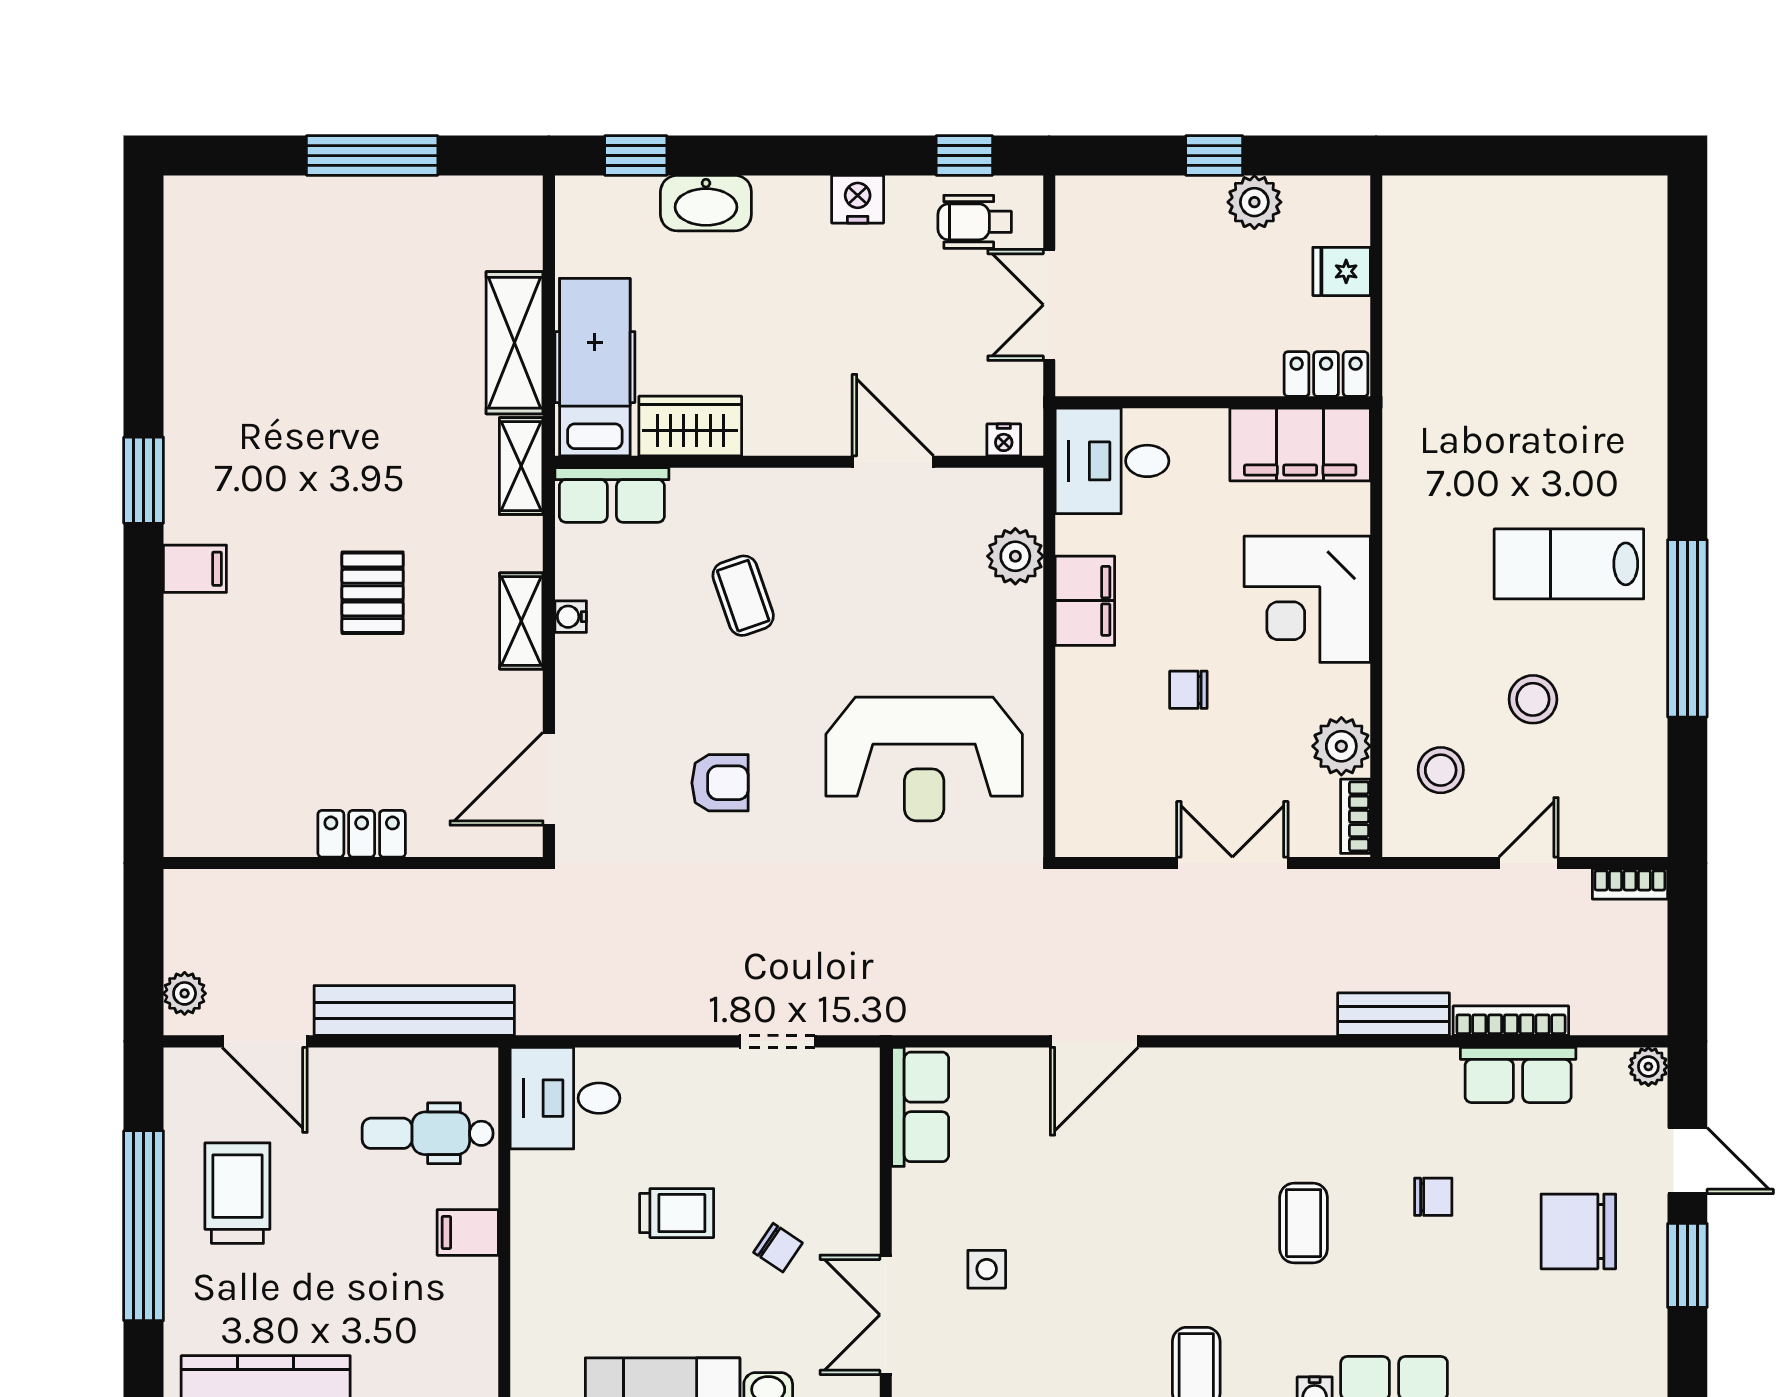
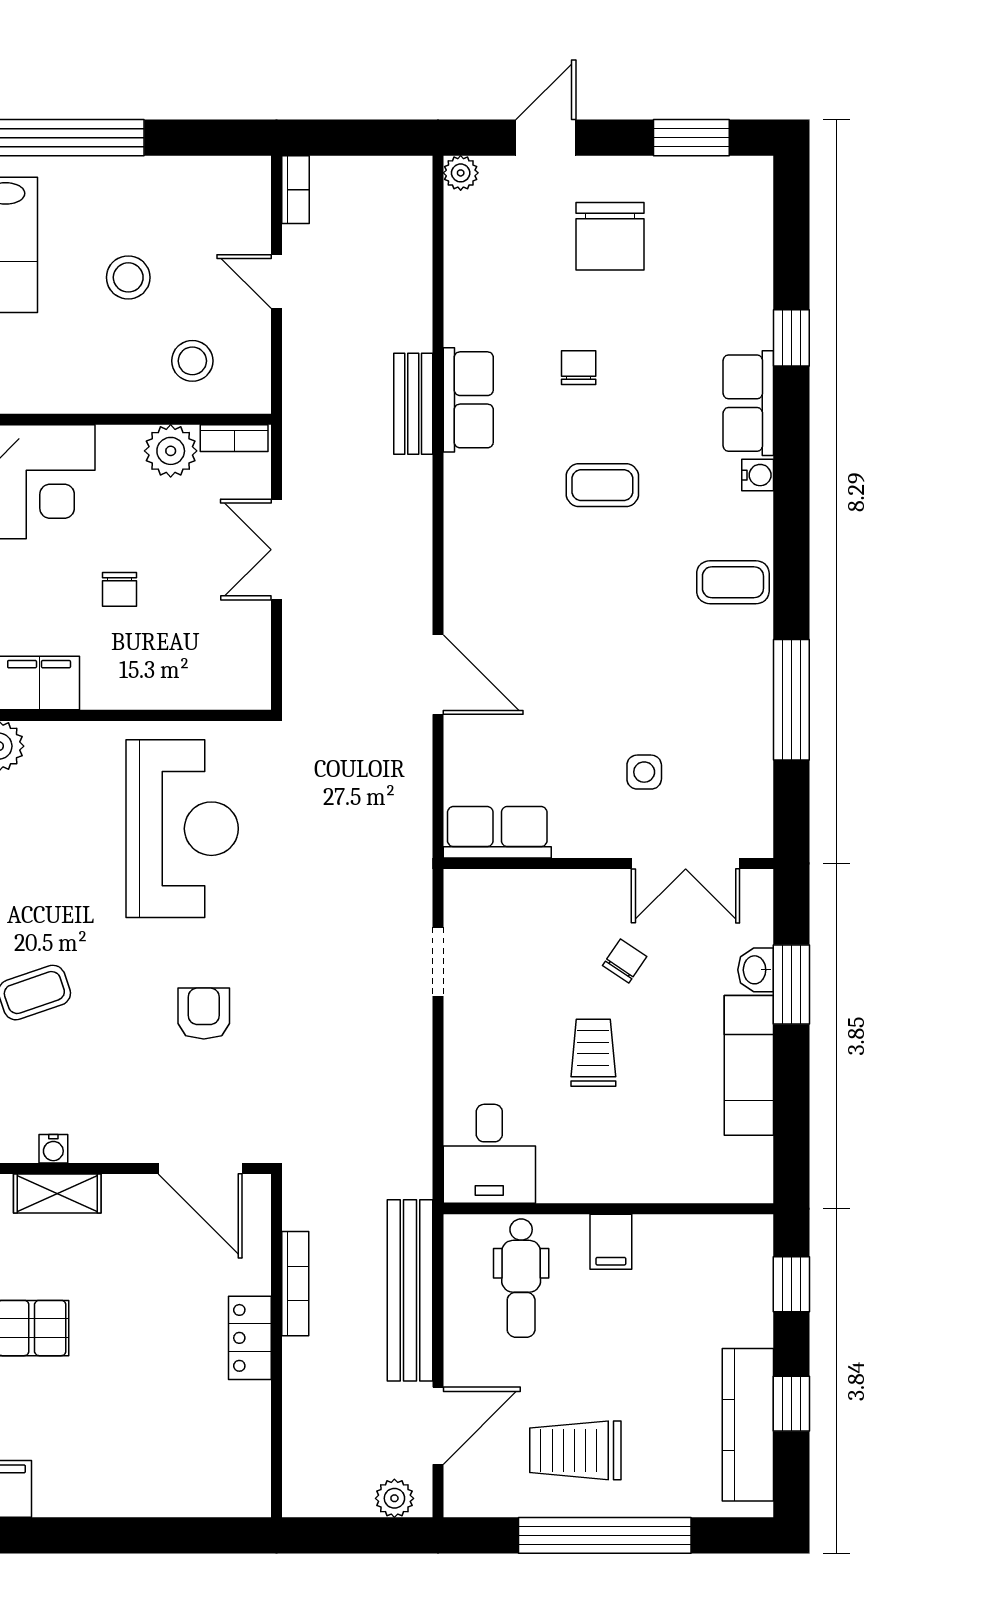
bookcase: (1511, 1021) -> (295, 1284), moved, turned 180
row of seats: (1518, 1075) -> (468, 400), moved
window: (1687, 1265) -> (691, 138), moved

